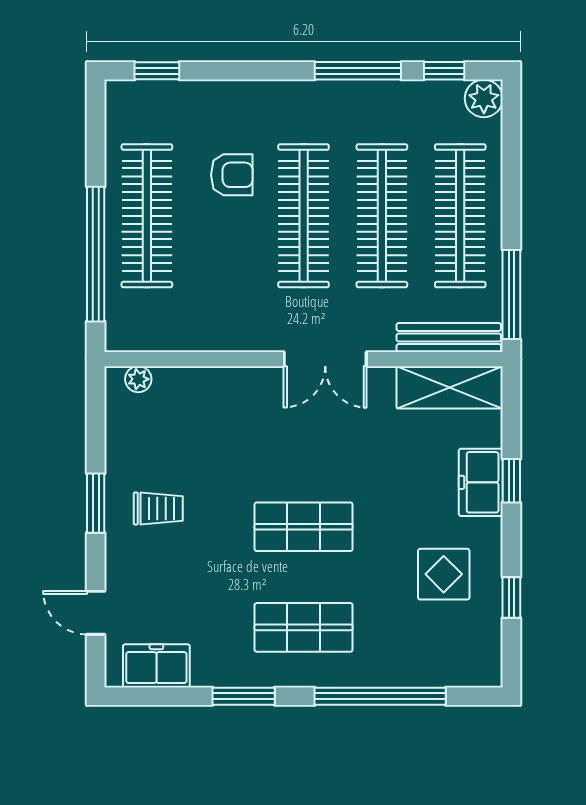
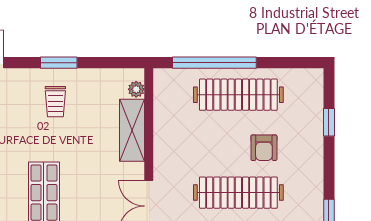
window: (157, 71) -> (329, 122), moved
shelving: (204, 386) -> (132, 130), added

